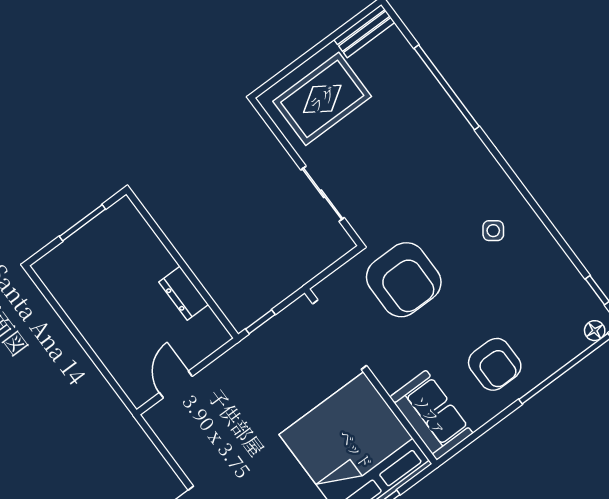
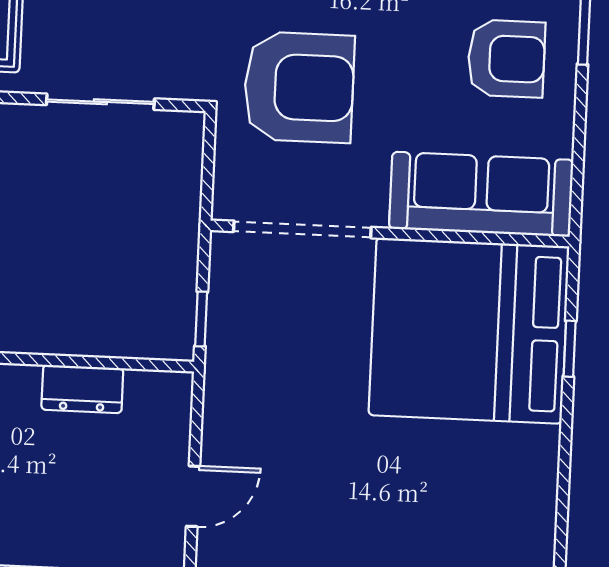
door: (176, 384) -> (193, 496), swing flipped
sofa: (431, 415) -> (481, 194), width x1.36

